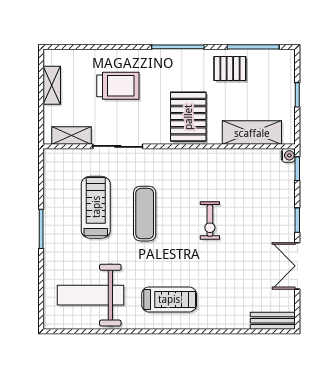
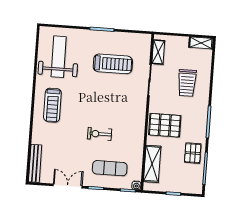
shelving: (52, 85) -> (201, 43), moved
exercise mat: (145, 214) -> (110, 168), moved
bench: (273, 321) -> (35, 163), width x1.36

